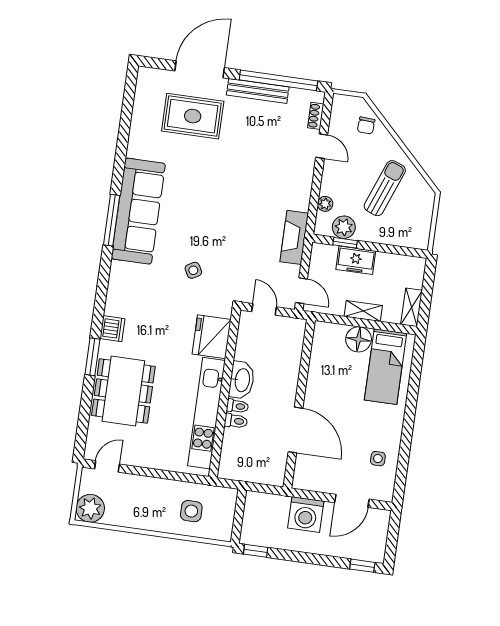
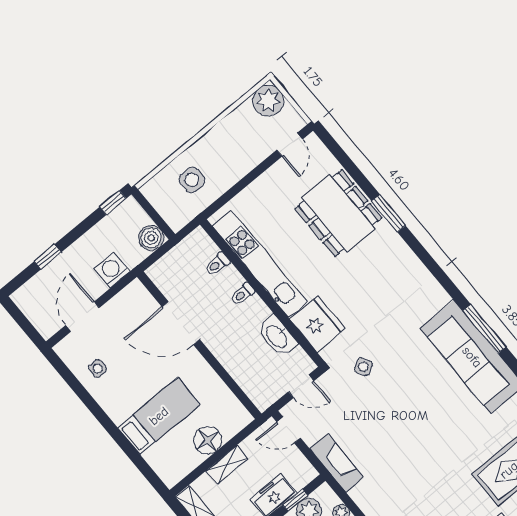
side table: (193, 270) -> (363, 367), moved
dishwasher: (112, 329) -> (397, 250), removed
bed: (385, 367) -> (159, 416), moved, turned 90
washbasin: (242, 380) -> (277, 336), moved
toilet: (236, 421) -> (217, 264), moved
boiler: (256, 503) -> (151, 238), added
washing machine: (306, 514) -> (112, 270), width x0.73, depth x0.73
window: (362, 566) -> (48, 257), moved

